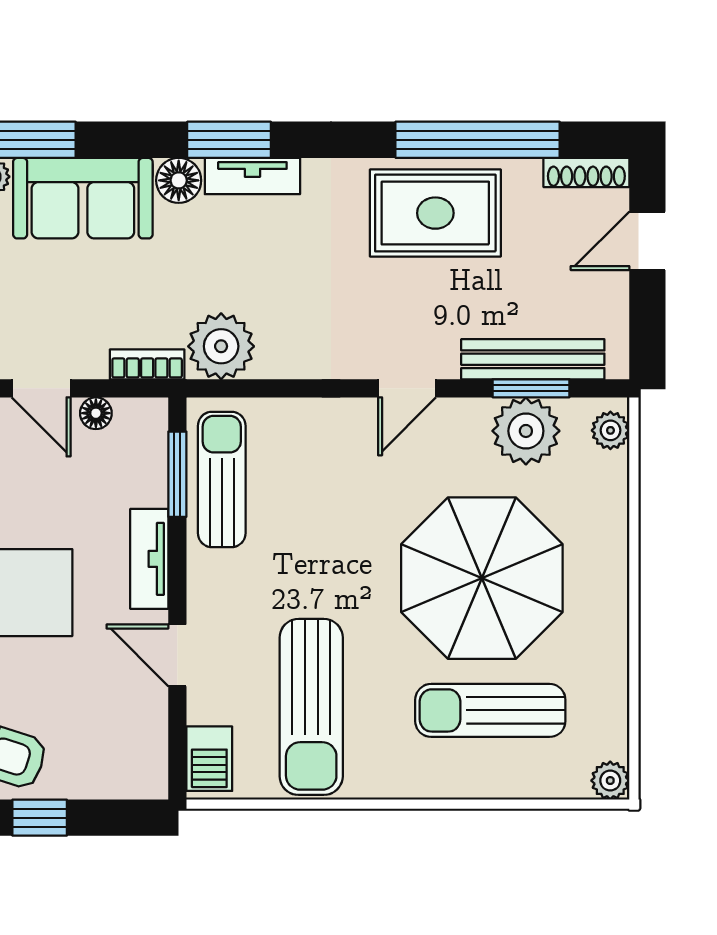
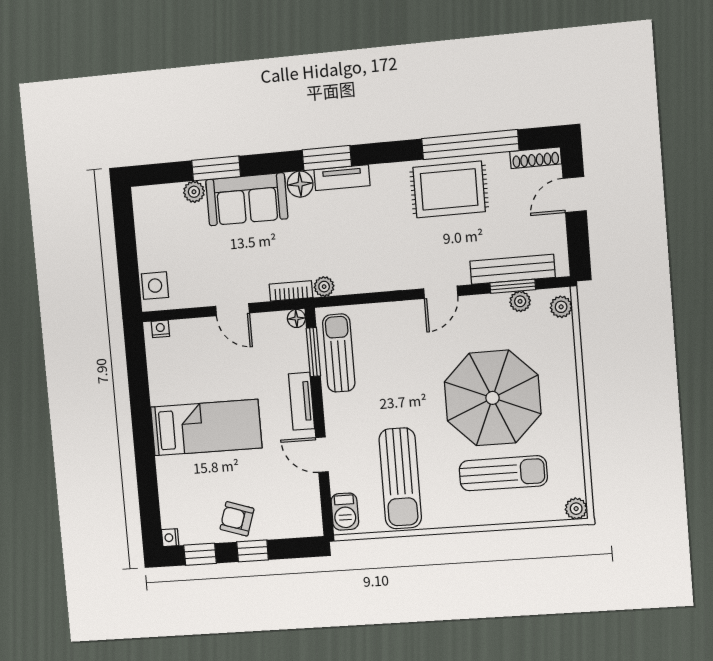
plant: (221, 346) -> (324, 287), width x0.53, depth x0.53
floor lamp: (96, 413) -> (296, 318), moved
plant: (526, 431) -> (520, 301), width x0.53, depth x0.53
sun lounger: (490, 710) -> (503, 473), turned 180

